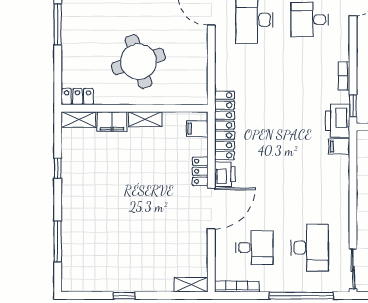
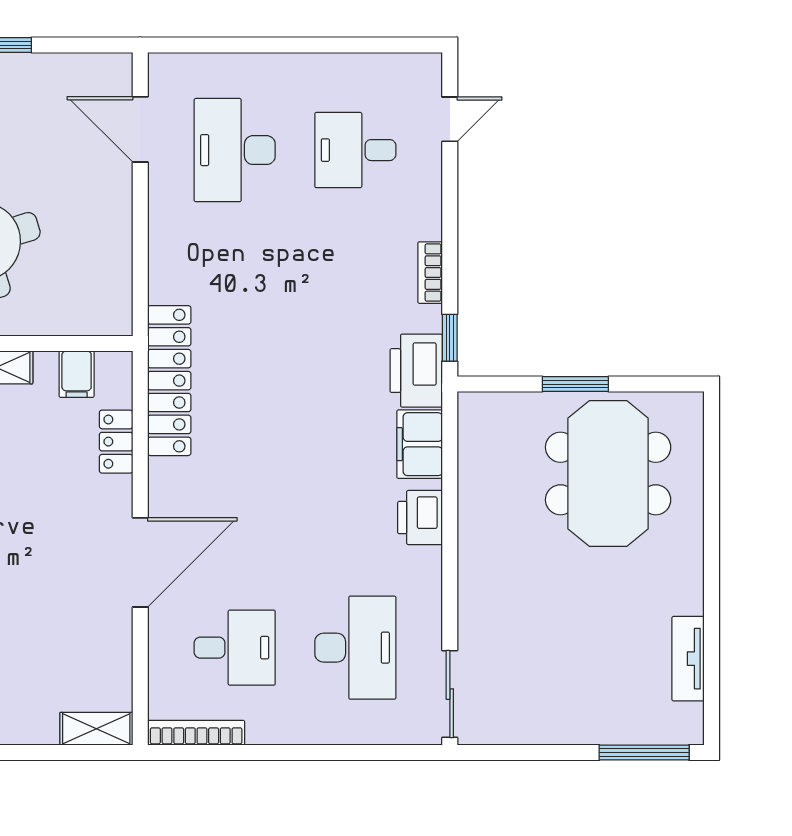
filing cabinet: (197, 129) -> (77, 374), moved, turned -90
filing cabinet: (339, 147) -> (420, 444), width x2.00
locker: (200, 171) -> (116, 442), moved
printer: (225, 174) -> (420, 518), moved, turned 180
window: (301, 296) -> (337, 753), removed

